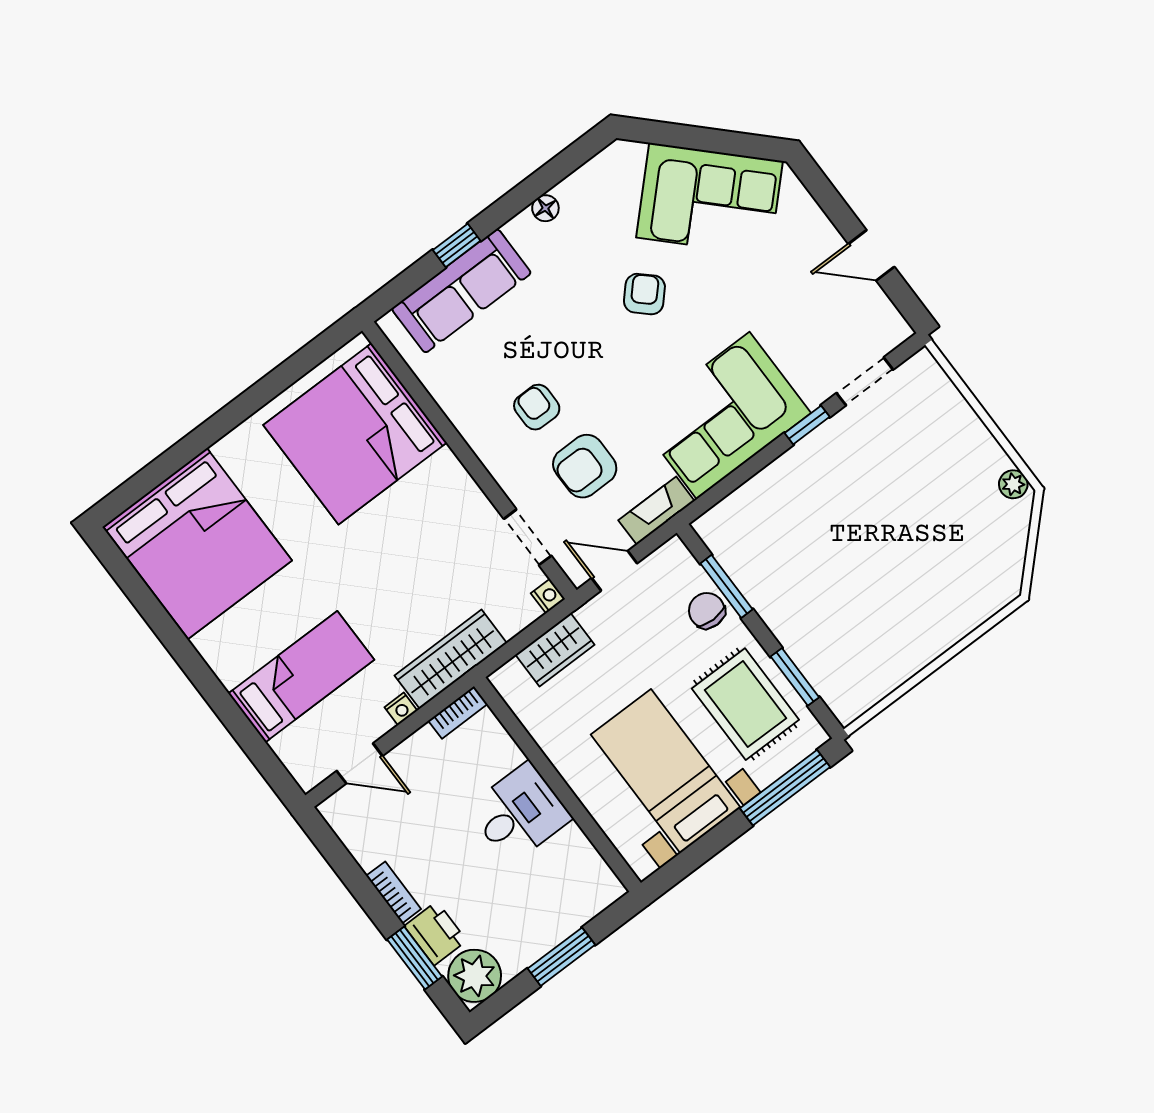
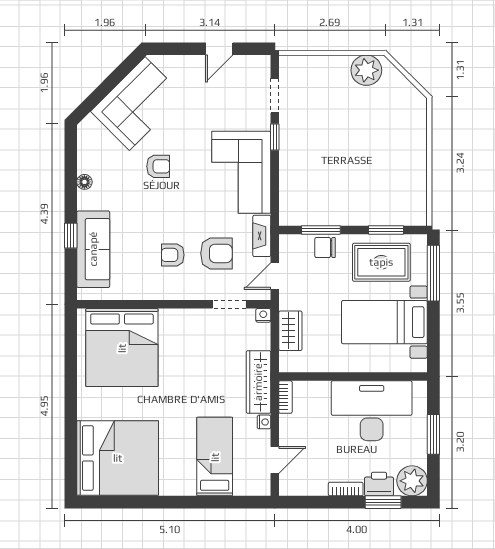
armchair: (644, 294) -> (158, 166), turned 137
armchair: (585, 466) -> (216, 253), turned -90
plant: (1013, 484) -> (366, 70), width x1.87, depth x1.87
desk: (519, 813) -> (372, 411), width x1.87, depth x1.30

